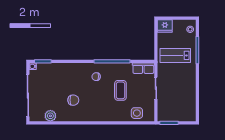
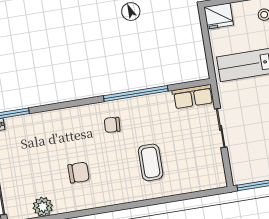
coffee table: (120, 90) -> (151, 162), moved
side table: (137, 113) -> (194, 177), removed

